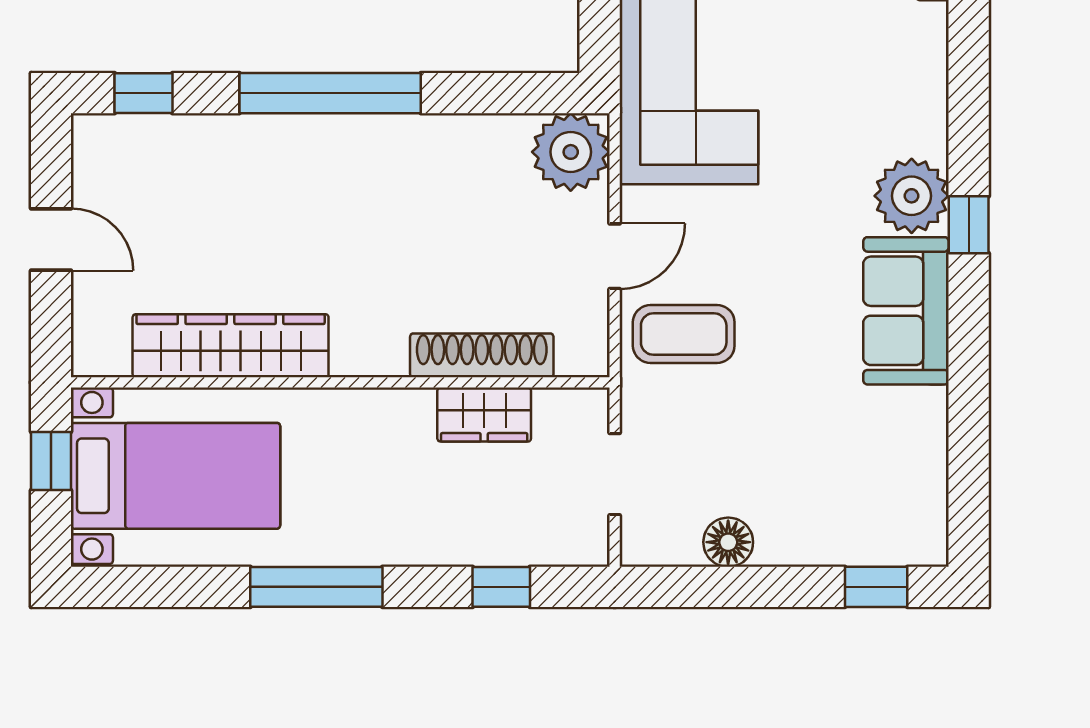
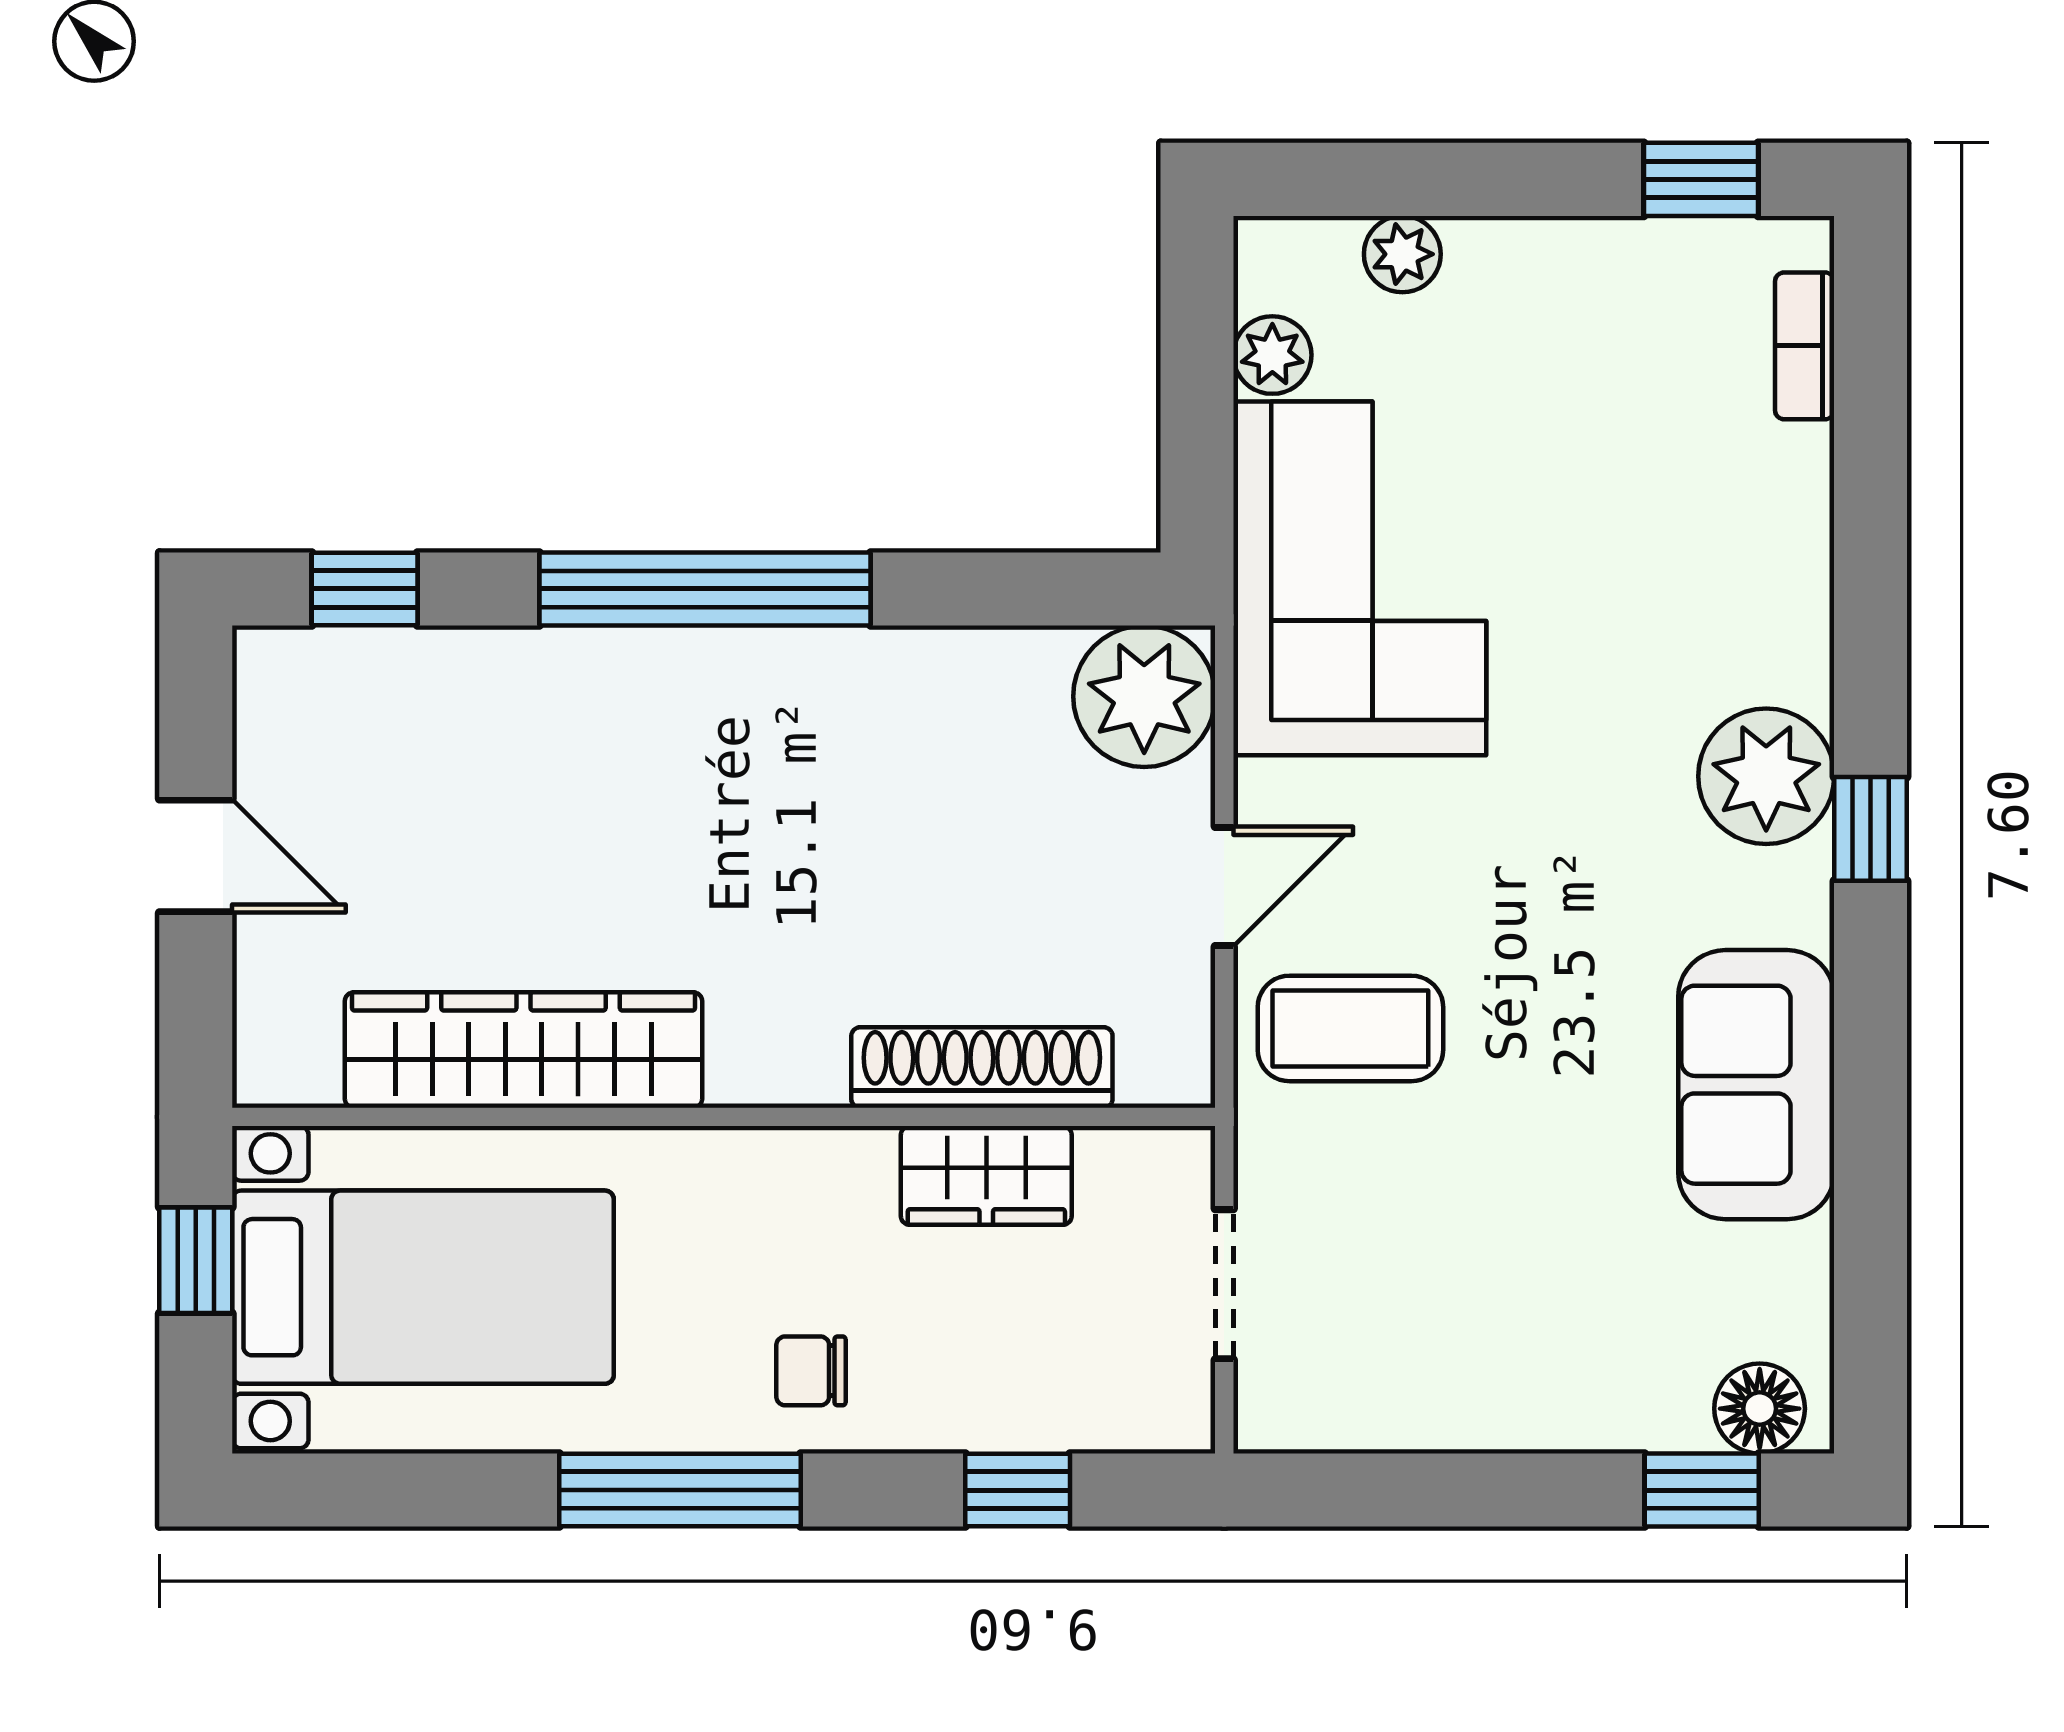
sofa: (906, 311) -> (1756, 1085), moved
chair: (388, 522) -> (811, 1371), added
floor lamp: (728, 542) -> (1760, 1409), moved

